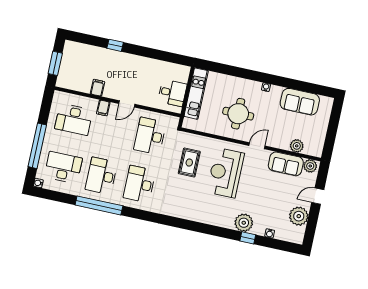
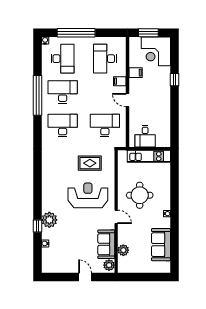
corner desk: (78, 60) -> (156, 51), added
plant: (299, 216) -> (65, 265), removed

